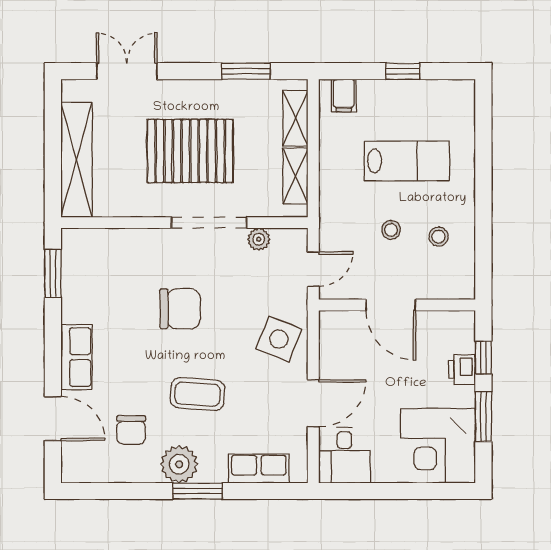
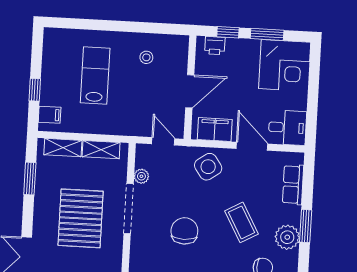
window: (403, 71) -> (35, 90), moved
stool: (391, 230) -> (140, 88), removed
side table: (279, 339) -> (208, 167), turned 33
filing cabinet: (335, 346) -> (215, 129), added
printer: (462, 369) -> (215, 46), moved
coffee table: (198, 394) -> (242, 222), turned -33

